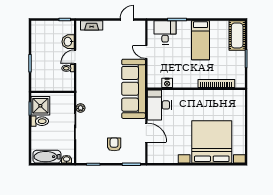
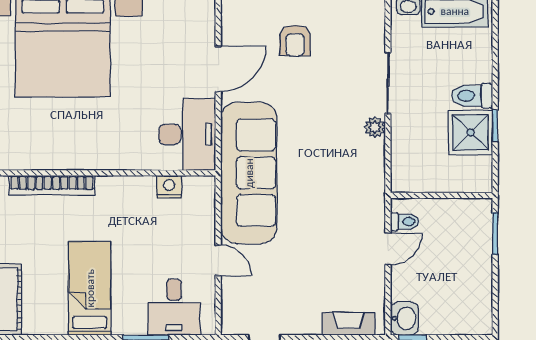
washbasin: (68, 42) -> (404, 318), moved
wall: (53, 92) -> (441, 195), moved
door: (146, 133) -> (218, 69), swing flipped

